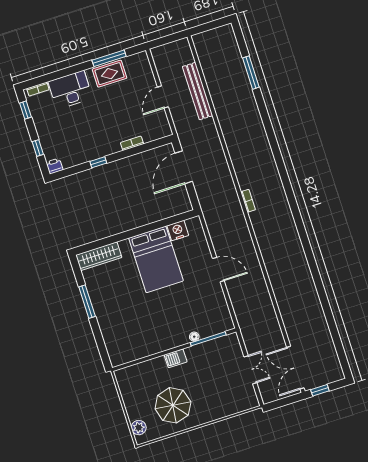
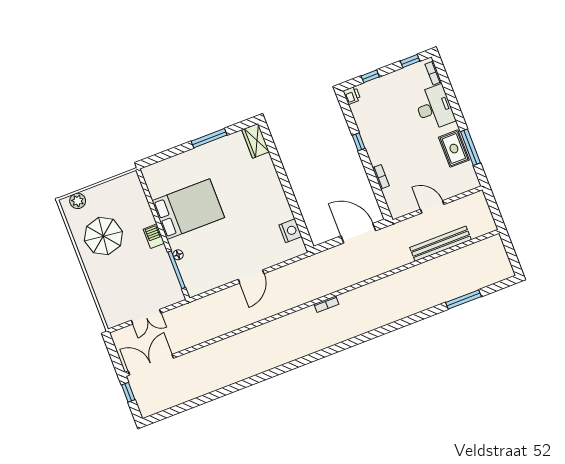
wardrobe: (99, 256) -> (255, 141), width x0.67
bed: (156, 259) -> (188, 209), moved, turned 180

